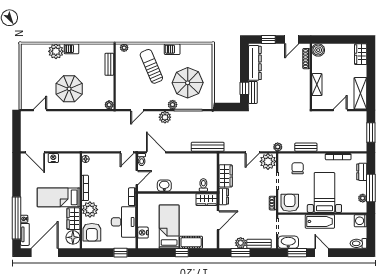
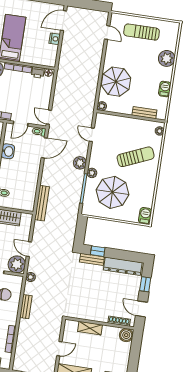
barbecue: (71, 49) -> (165, 89), moved
barbecue: (172, 49) -> (145, 216), moved
sun lounger: (35, 78) -> (142, 32), added
parasol: (69, 89) -> (116, 82), moved
door: (340, 110) -> (59, 349), hinge flipped
printer: (87, 169) -> (38, 72), added
door: (137, 178) -> (21, 124), hinge flipped

